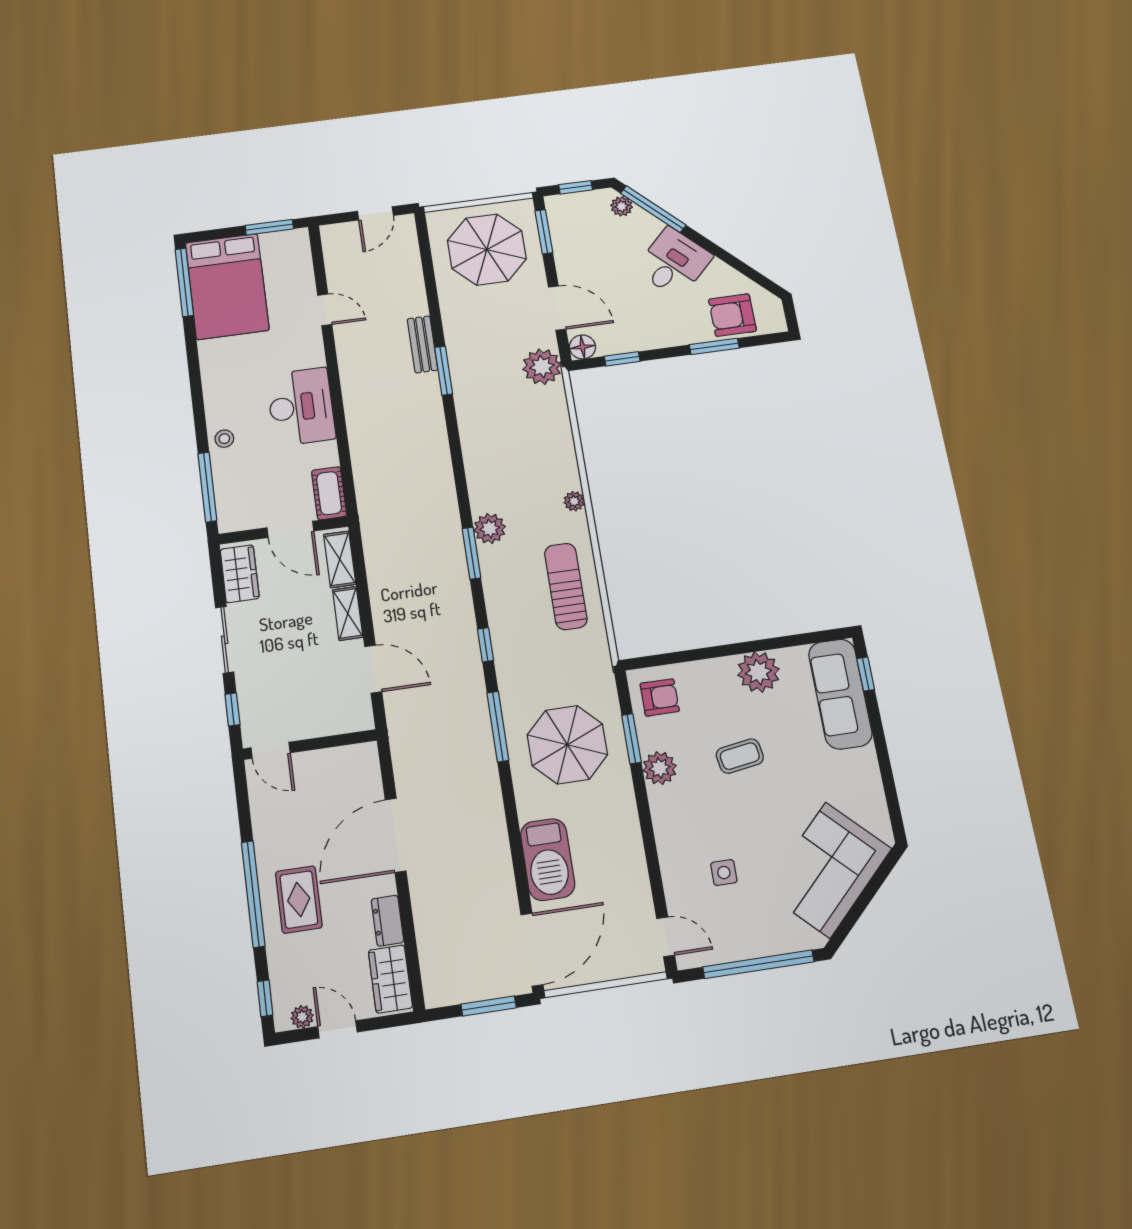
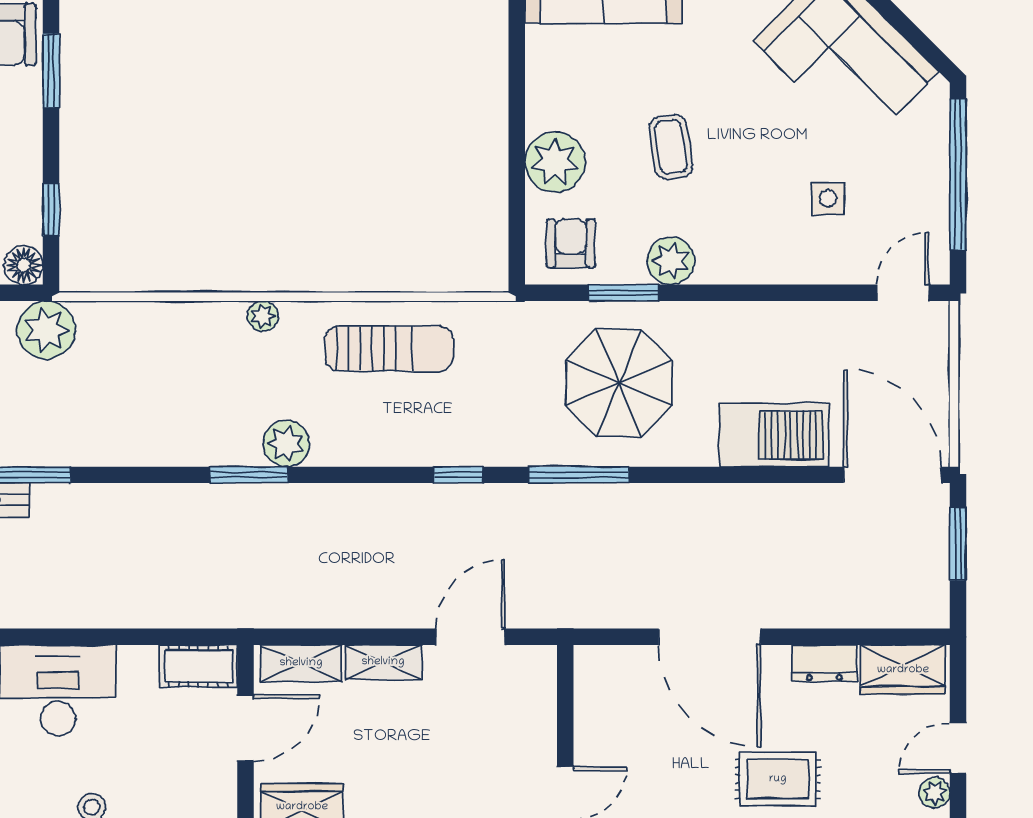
window: (471, 553) -> (249, 475), moved
sun lounger: (566, 586) -> (389, 348), turned 180
plant: (758, 672) -> (555, 162), moved

